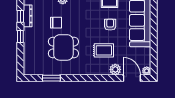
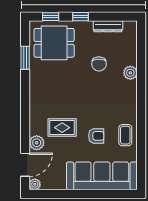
window: (20, 16) -> (51, 17), moved
dining table: (63, 47) -> (54, 43), moved, turned 90
rug: (104, 50) -> (62, 128), turned 90

